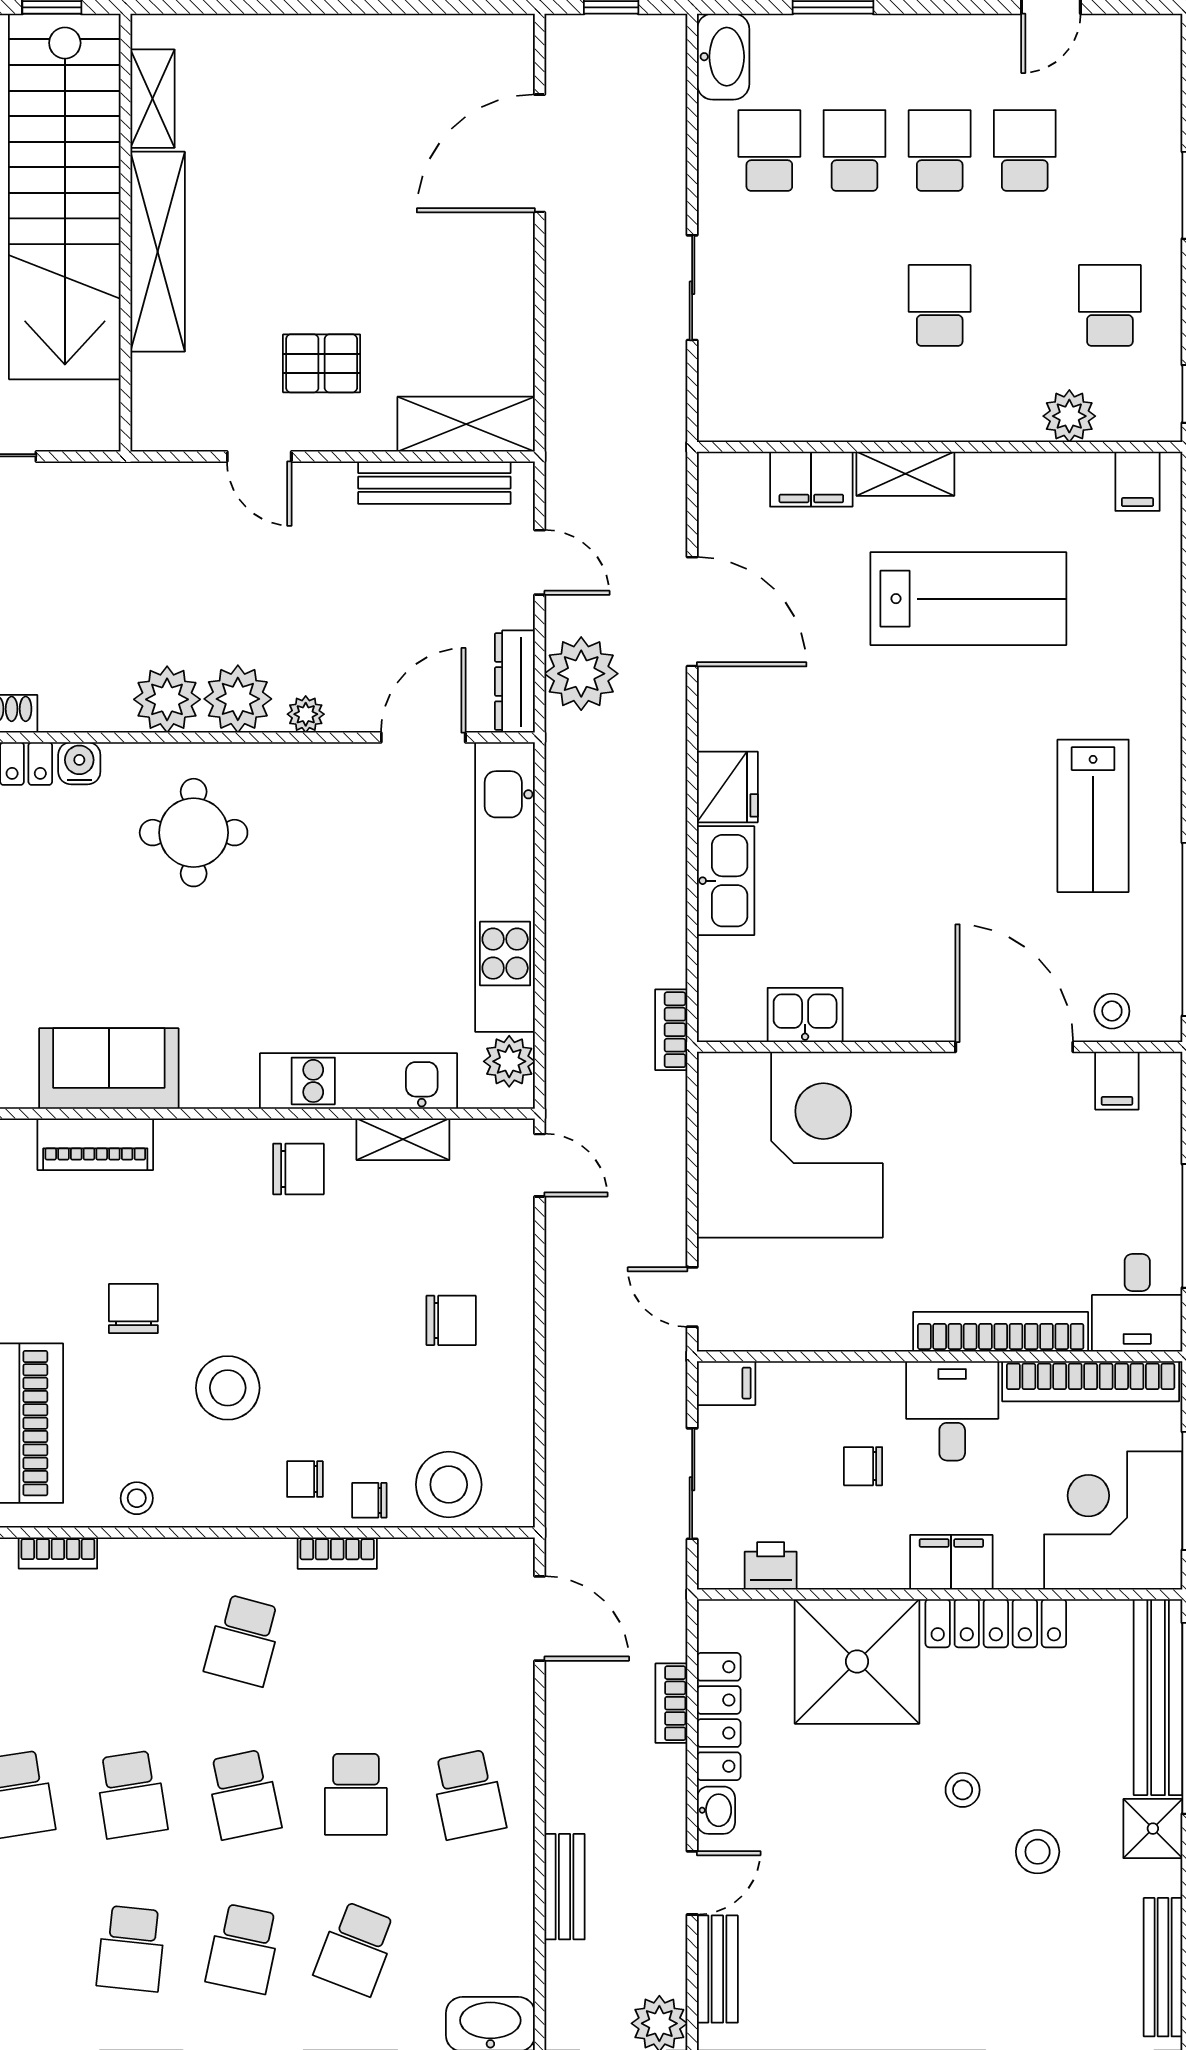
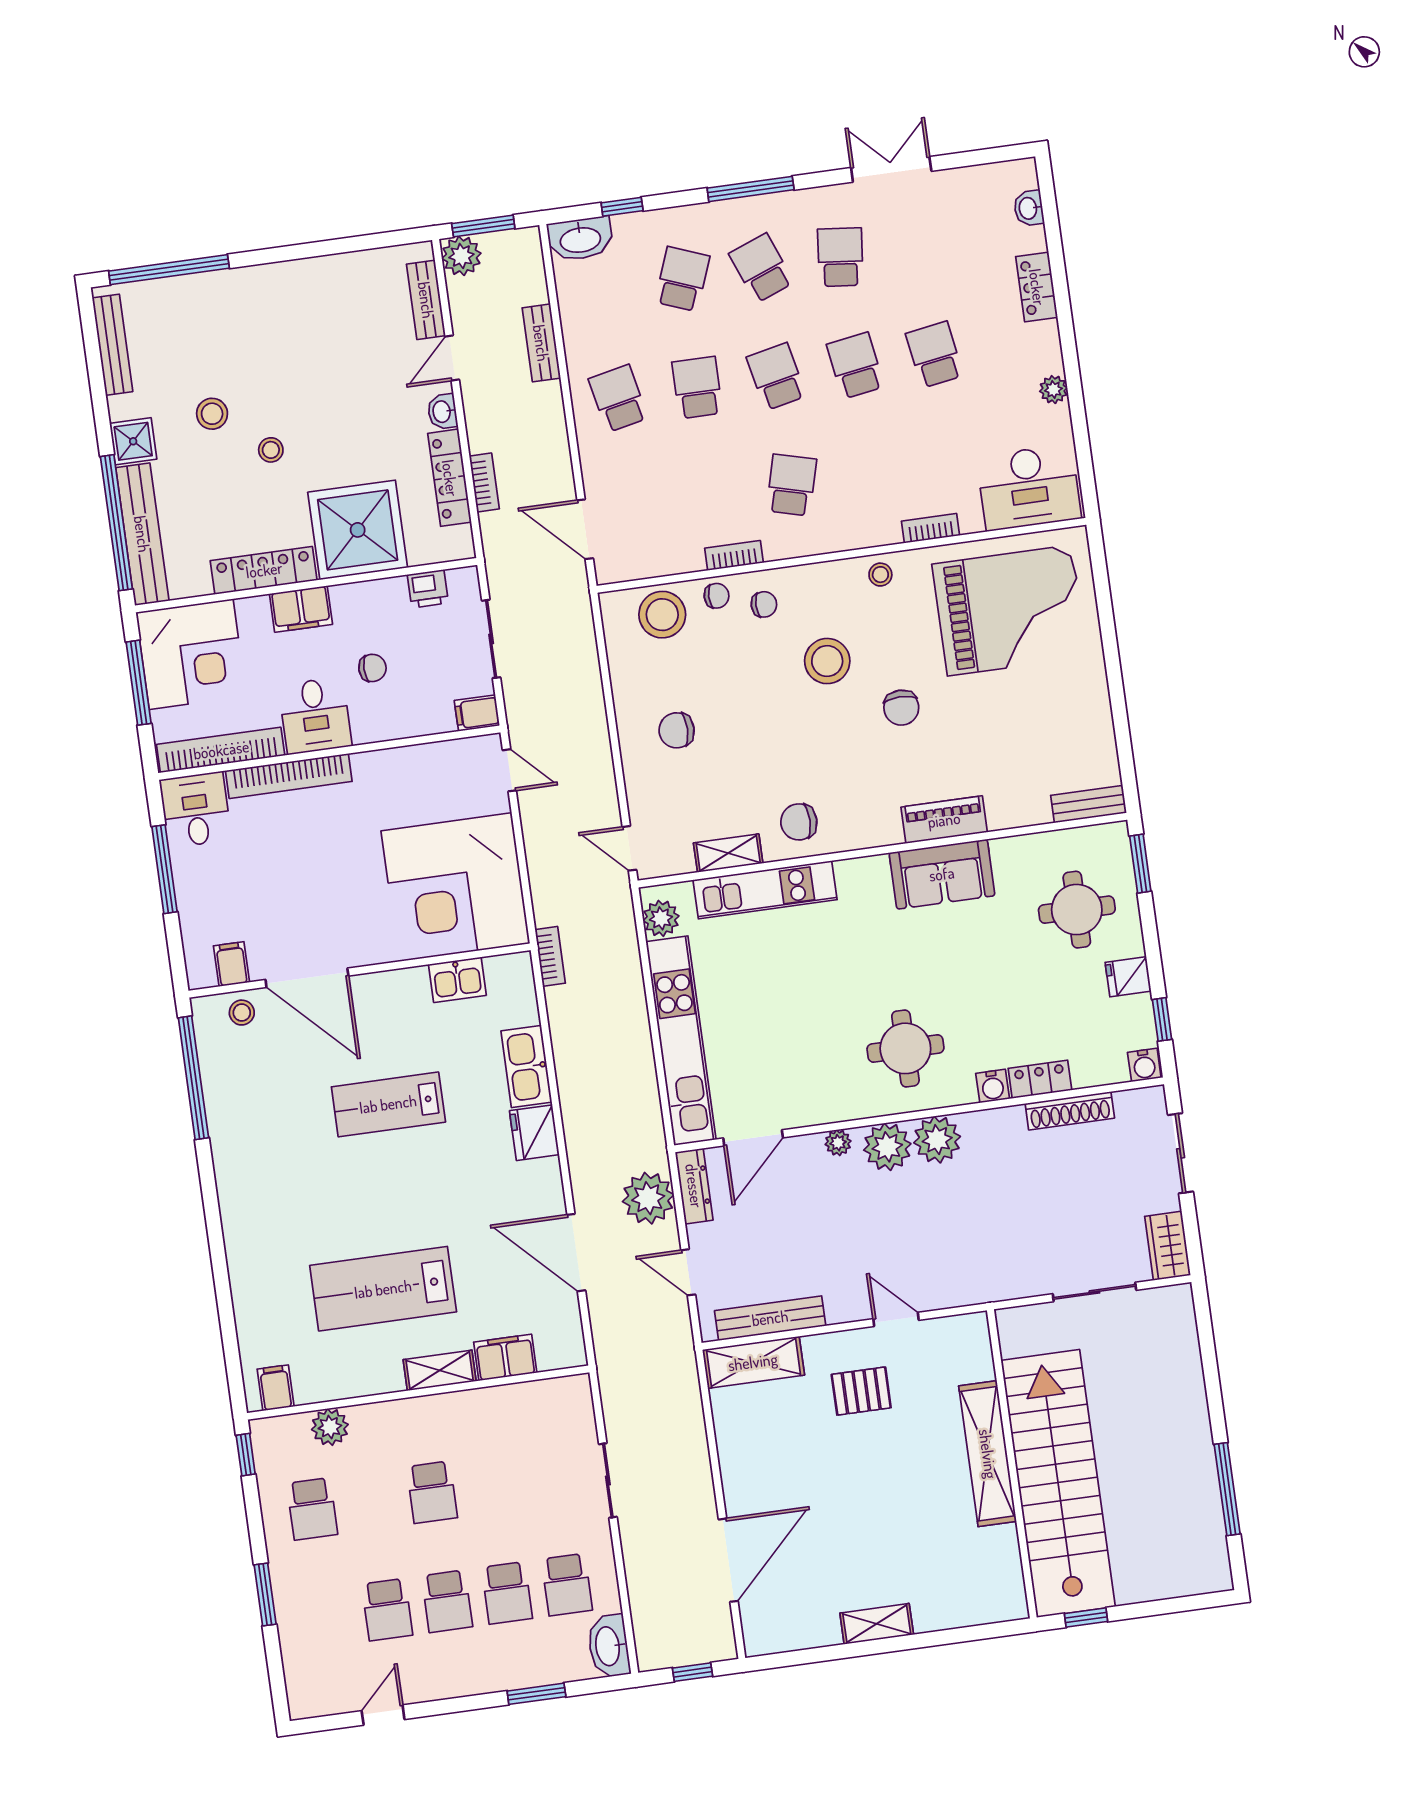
shelving: (152, 99) -> (877, 1624), moved, turned 90
lab bench: (1093, 816) -> (388, 1104), moved, turned -90
school desk: (244, 1949) -> (761, 268), turned -33

